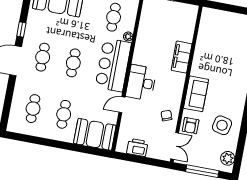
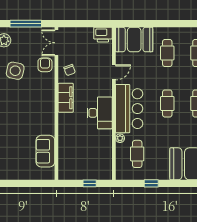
filing cabinet: (182, 57) -> (66, 98), moved
desk: (141, 83) -> (100, 113), moved
sofa: (196, 94) -> (45, 151), moved
printer: (137, 147) -> (103, 35), moved

